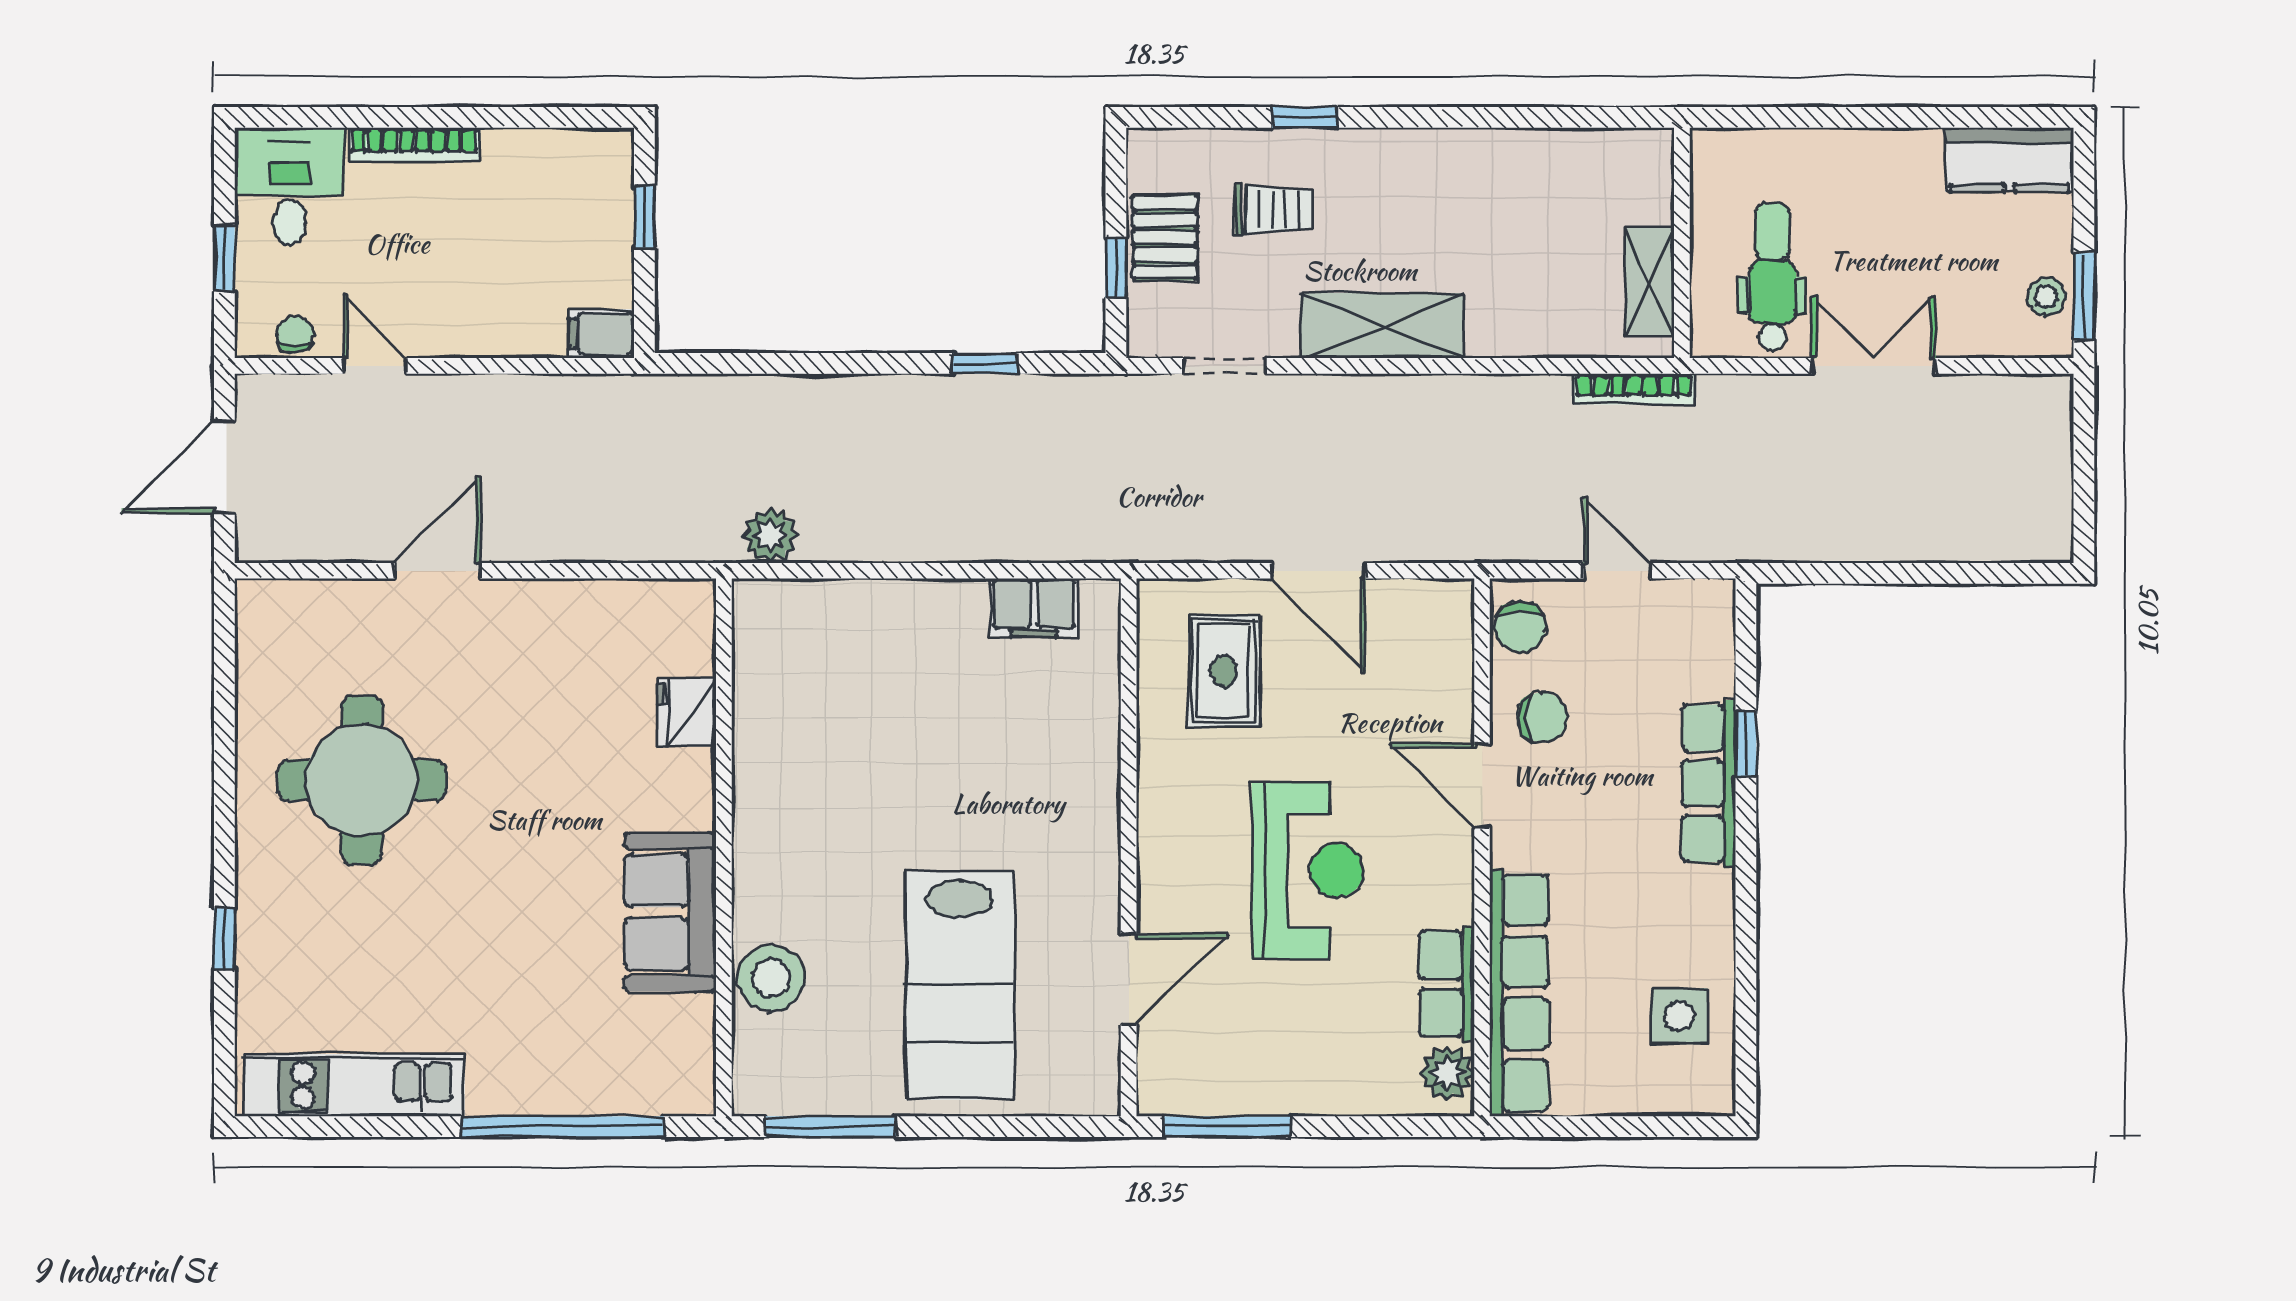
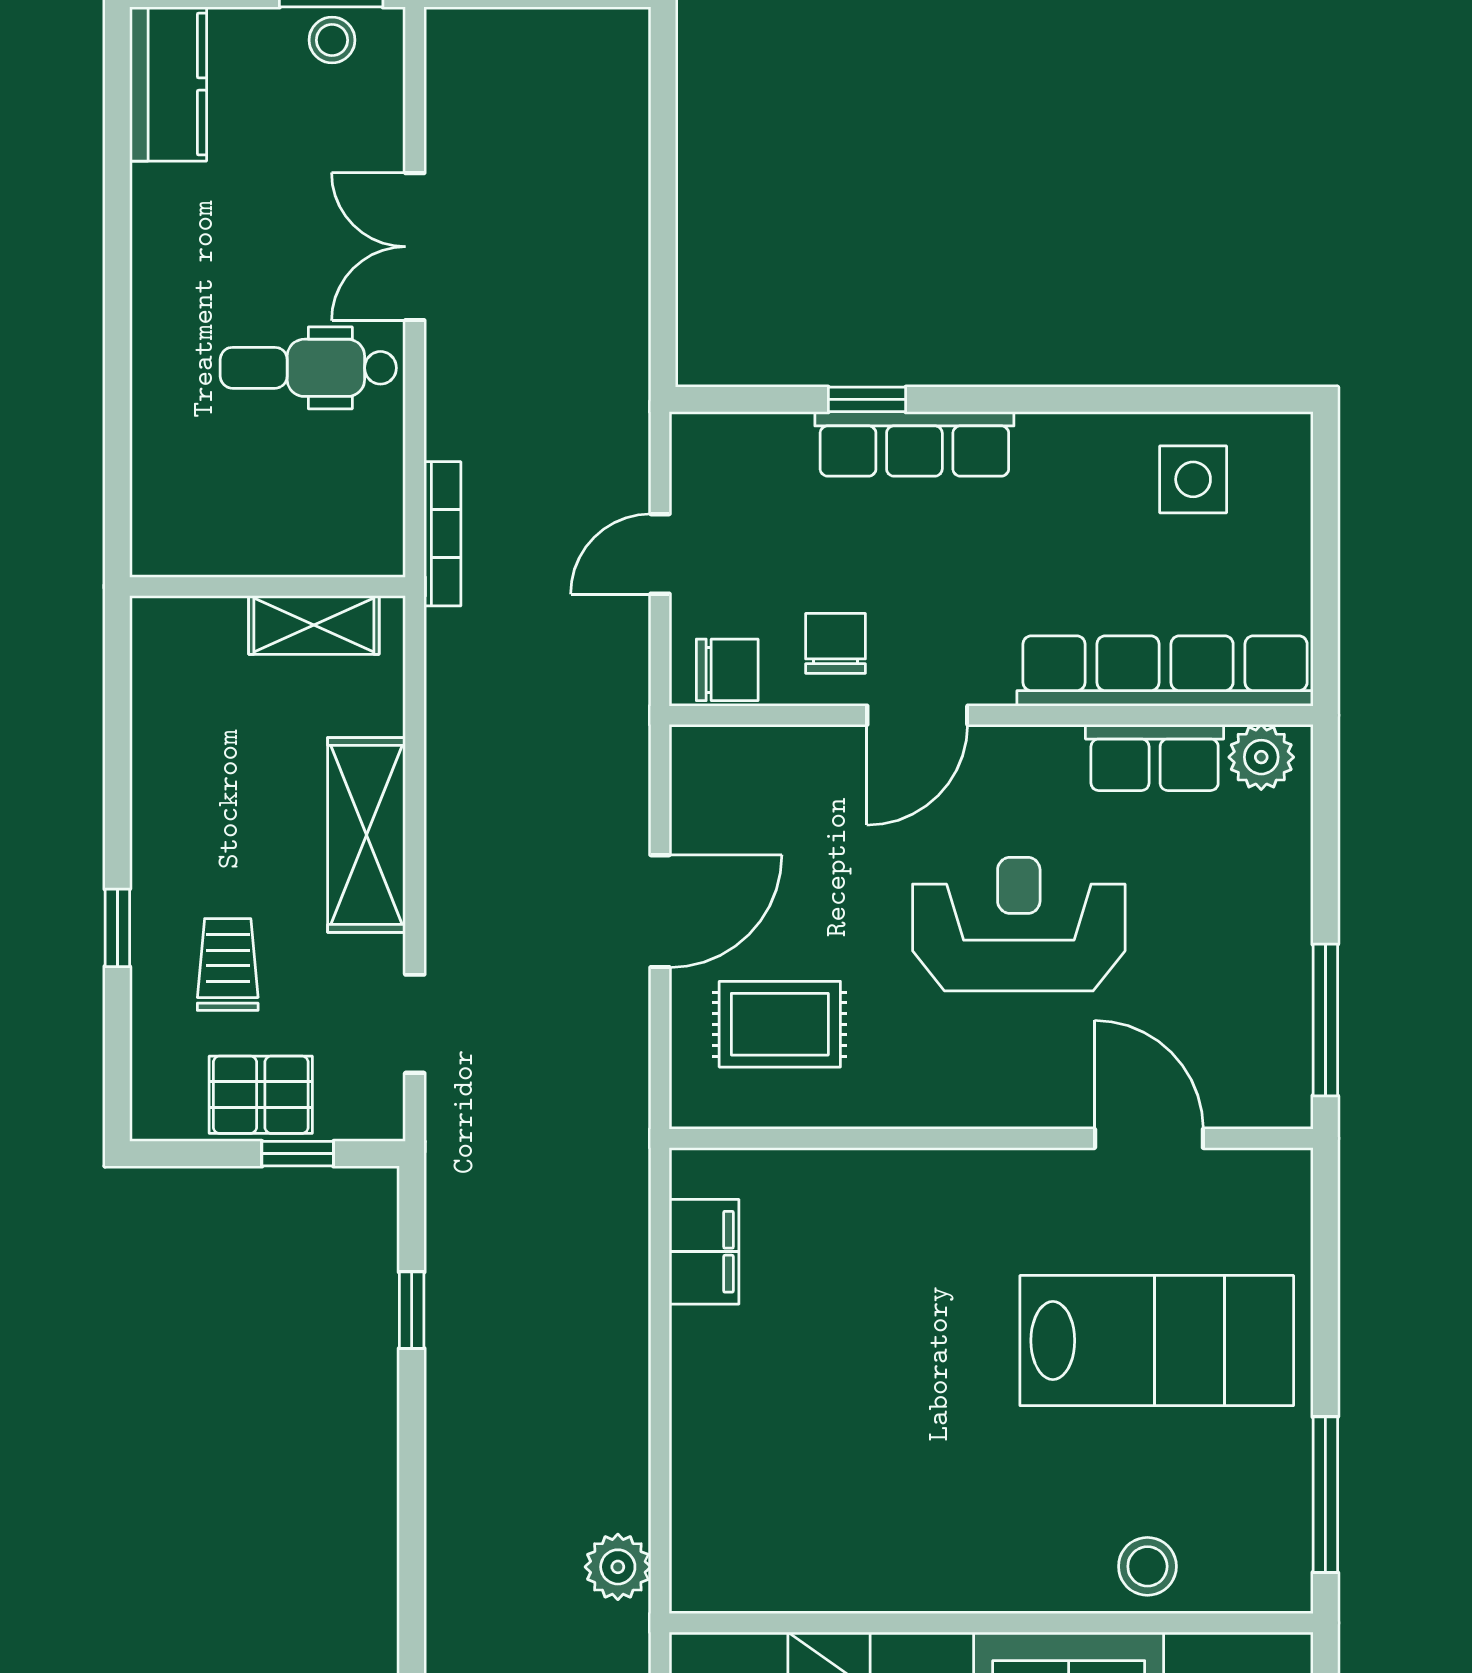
wall: (1682, 243) -> (268, 586), moved
shelving: (1650, 282) -> (314, 625), moved
stool: (771, 978) -> (1147, 1566), width x0.73, depth x0.73

